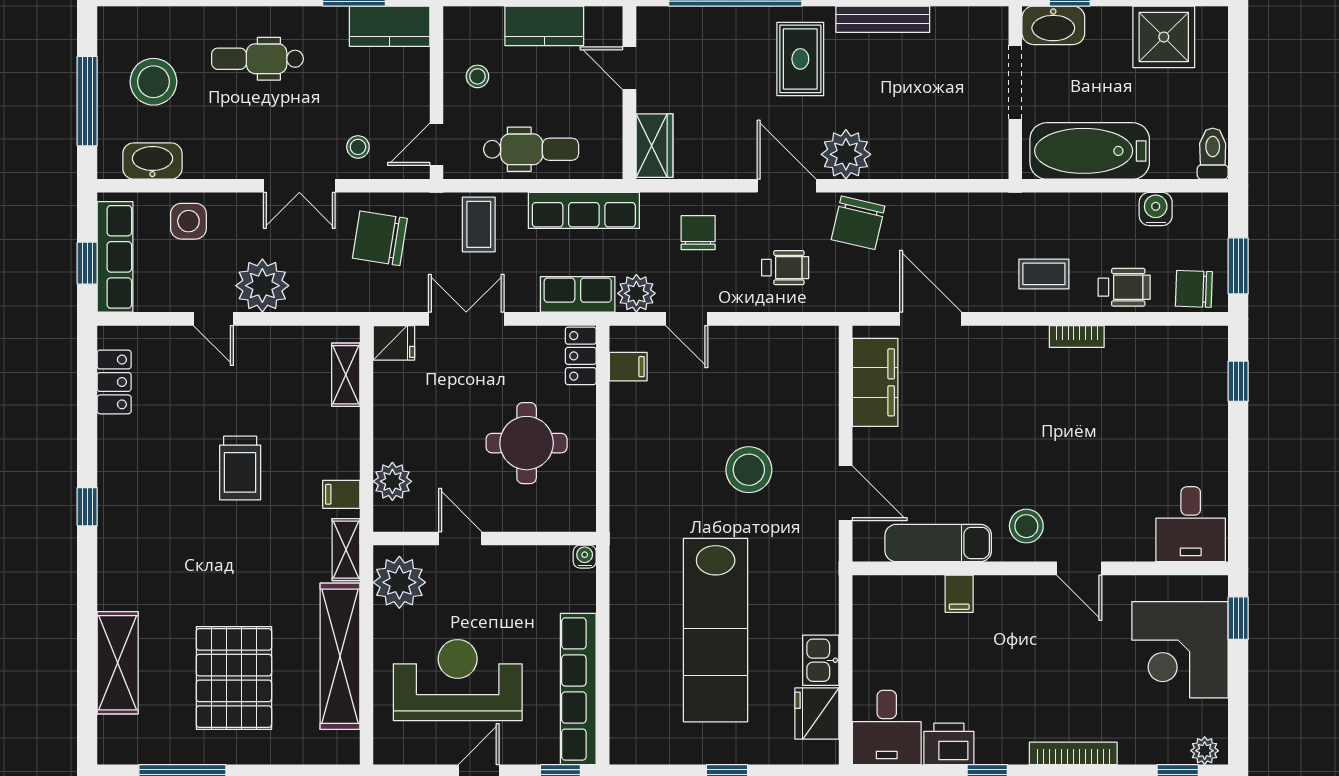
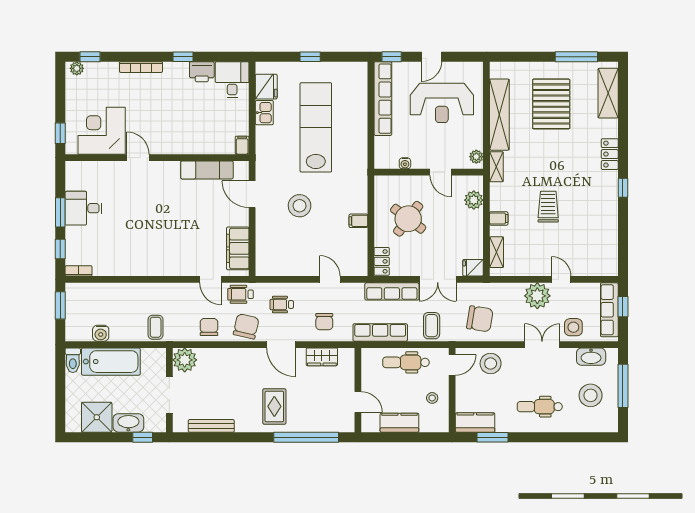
bench: (883, 19) -> (211, 426), moved
washbasin: (1053, 25) -> (128, 423), moved
dental chair: (257, 59) -> (540, 407), turned 180
wardrobe: (655, 146) -> (322, 357), moved, turned -90
stool: (358, 147) -> (491, 363), width x1.89, depth x1.89
bathtub: (1090, 151) -> (111, 362), moved
plant: (846, 154) -> (185, 360), moved
double door: (299, 186) -> (542, 345), moved
coffee table: (1044, 274) -> (156, 327), moved, turned 90
wheelchair: (1124, 287) -> (241, 294), moved
chair: (1194, 289) -> (209, 327), moved, turned -92
plant: (636, 293) -> (354, 292), removed
row of seats: (578, 294) -> (392, 291), width x1.48
door: (931, 319) -> (211, 279), width x0.73
bookcase: (1077, 336) -> (79, 271), moved
filing cabinet: (628, 367) -> (358, 221), moved
locker: (114, 382) -> (610, 154), moved
round table: (527, 443) -> (408, 219), turned 37
window: (1238, 456) -> (60, 212), added
filing cabinet: (341, 494) -> (499, 218), moved
desk: (1191, 524) -> (84, 208), moved, turned -90
stool: (1026, 526) -> (164, 178), removed
water cooler: (585, 557) -> (405, 163), moved
plant: (399, 582) -> (476, 157), width x0.53, depth x0.53
filing cabinet: (959, 594) -> (242, 145), moved
corner desk: (1180, 650) -> (102, 131), moved, turned -90
shelving: (118, 663) -> (608, 93), moved

